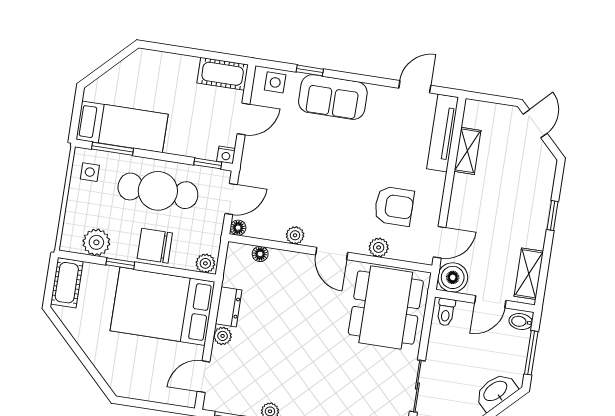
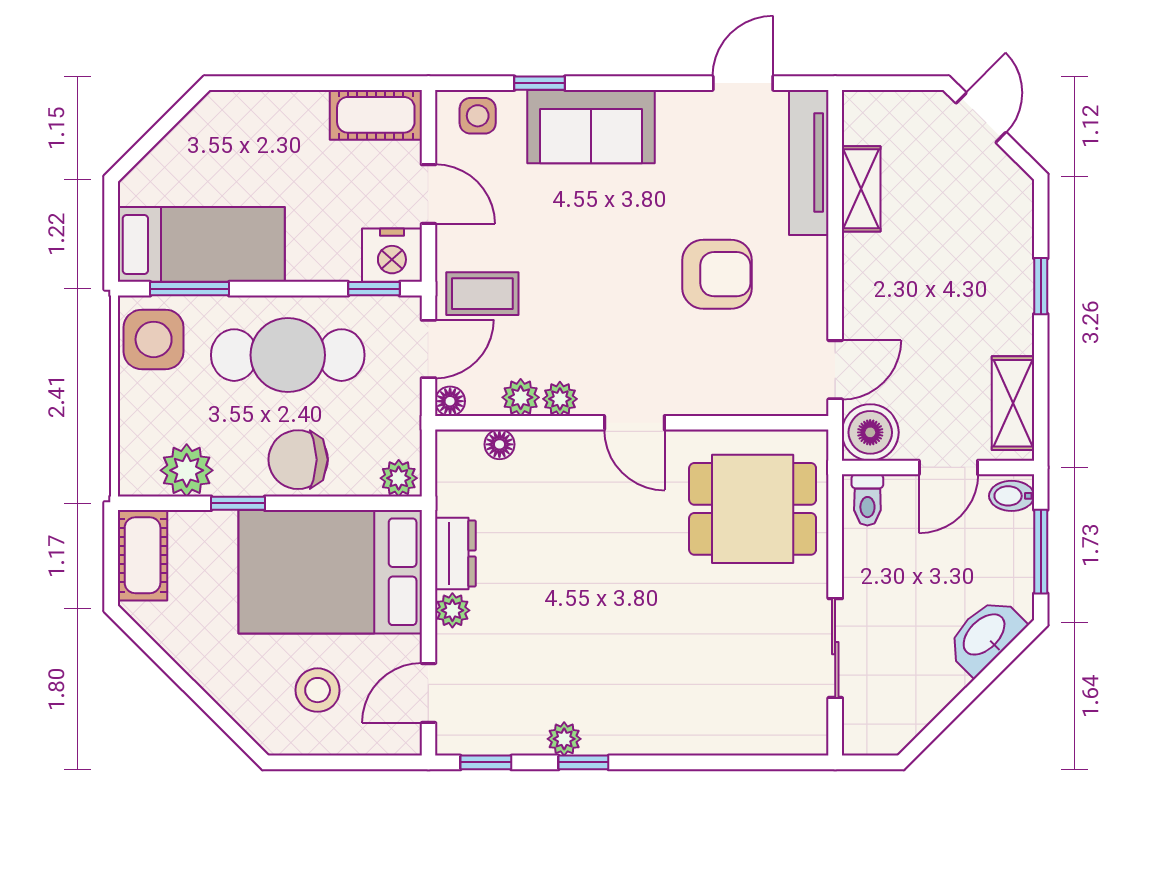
door: (243, 119) -> (428, 194), hinge flipped
nightstand: (226, 155) -> (392, 255), width x1.89, depth x1.79
side table: (90, 172) -> (154, 339), width x1.87, depth x1.87
coffee table: (263, 175) -> (482, 294), added
armchair: (394, 206) -> (717, 274), moved
plant: (379, 247) -> (521, 397), moved
dining table: (386, 308) -> (753, 509), width x0.73
stool: (146, 366) -> (318, 690), added

